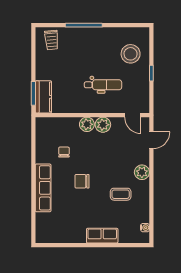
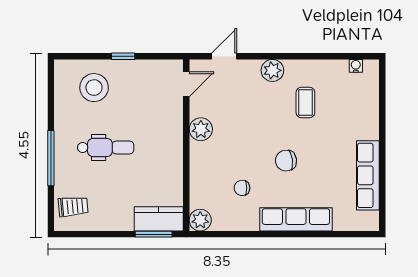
dental chair: (103, 85) -> (106, 148), moved, turned 90
plant: (87, 124) -> (200, 220), moved
door: (151, 140) -> (224, 56), hinge flipped
chair: (82, 181) -> (286, 161), turned 82
row of seats: (102, 236) -> (368, 175), moved, width x1.48

